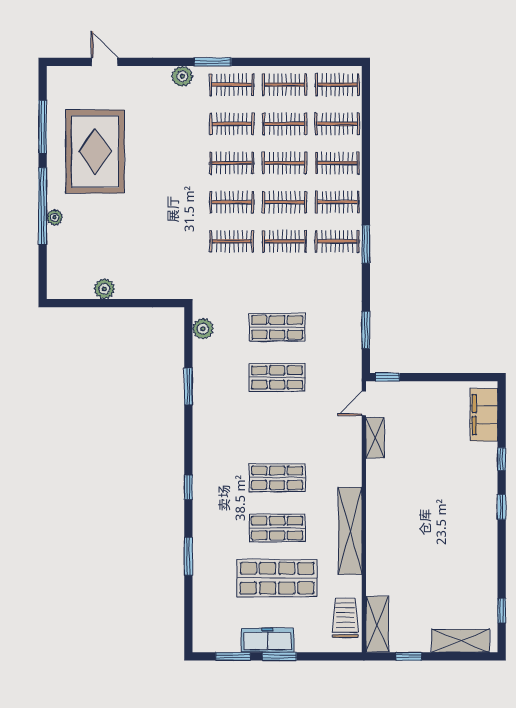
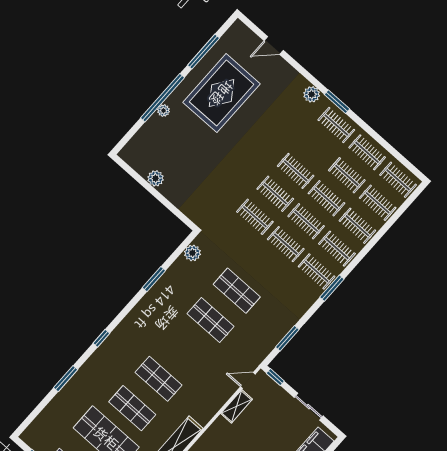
door: (105, 62) -> (274, 45), swing flipped
clothes rail: (232, 124) -> (316, 148), removed
sliding door: (444, 377) -> (309, 407), added

